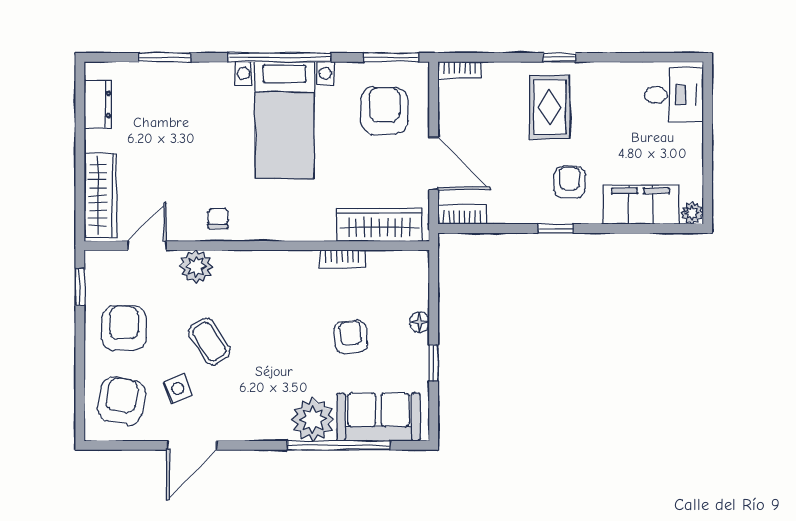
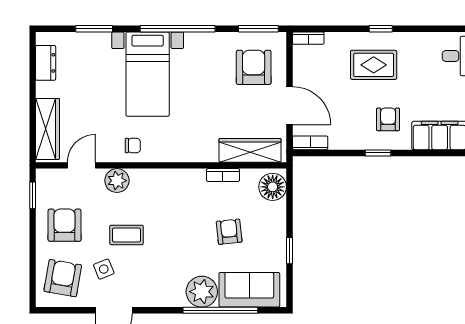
rug: (550, 107) -> (374, 65), turned 90
bed with nightstands: (284, 120) -> (148, 74), moved
chair: (218, 218) -> (133, 146), turned 90
floor lamp: (419, 322) -> (273, 187), moved, width x1.89, depth x1.89
coffee table: (209, 342) -> (126, 235), turned -57

